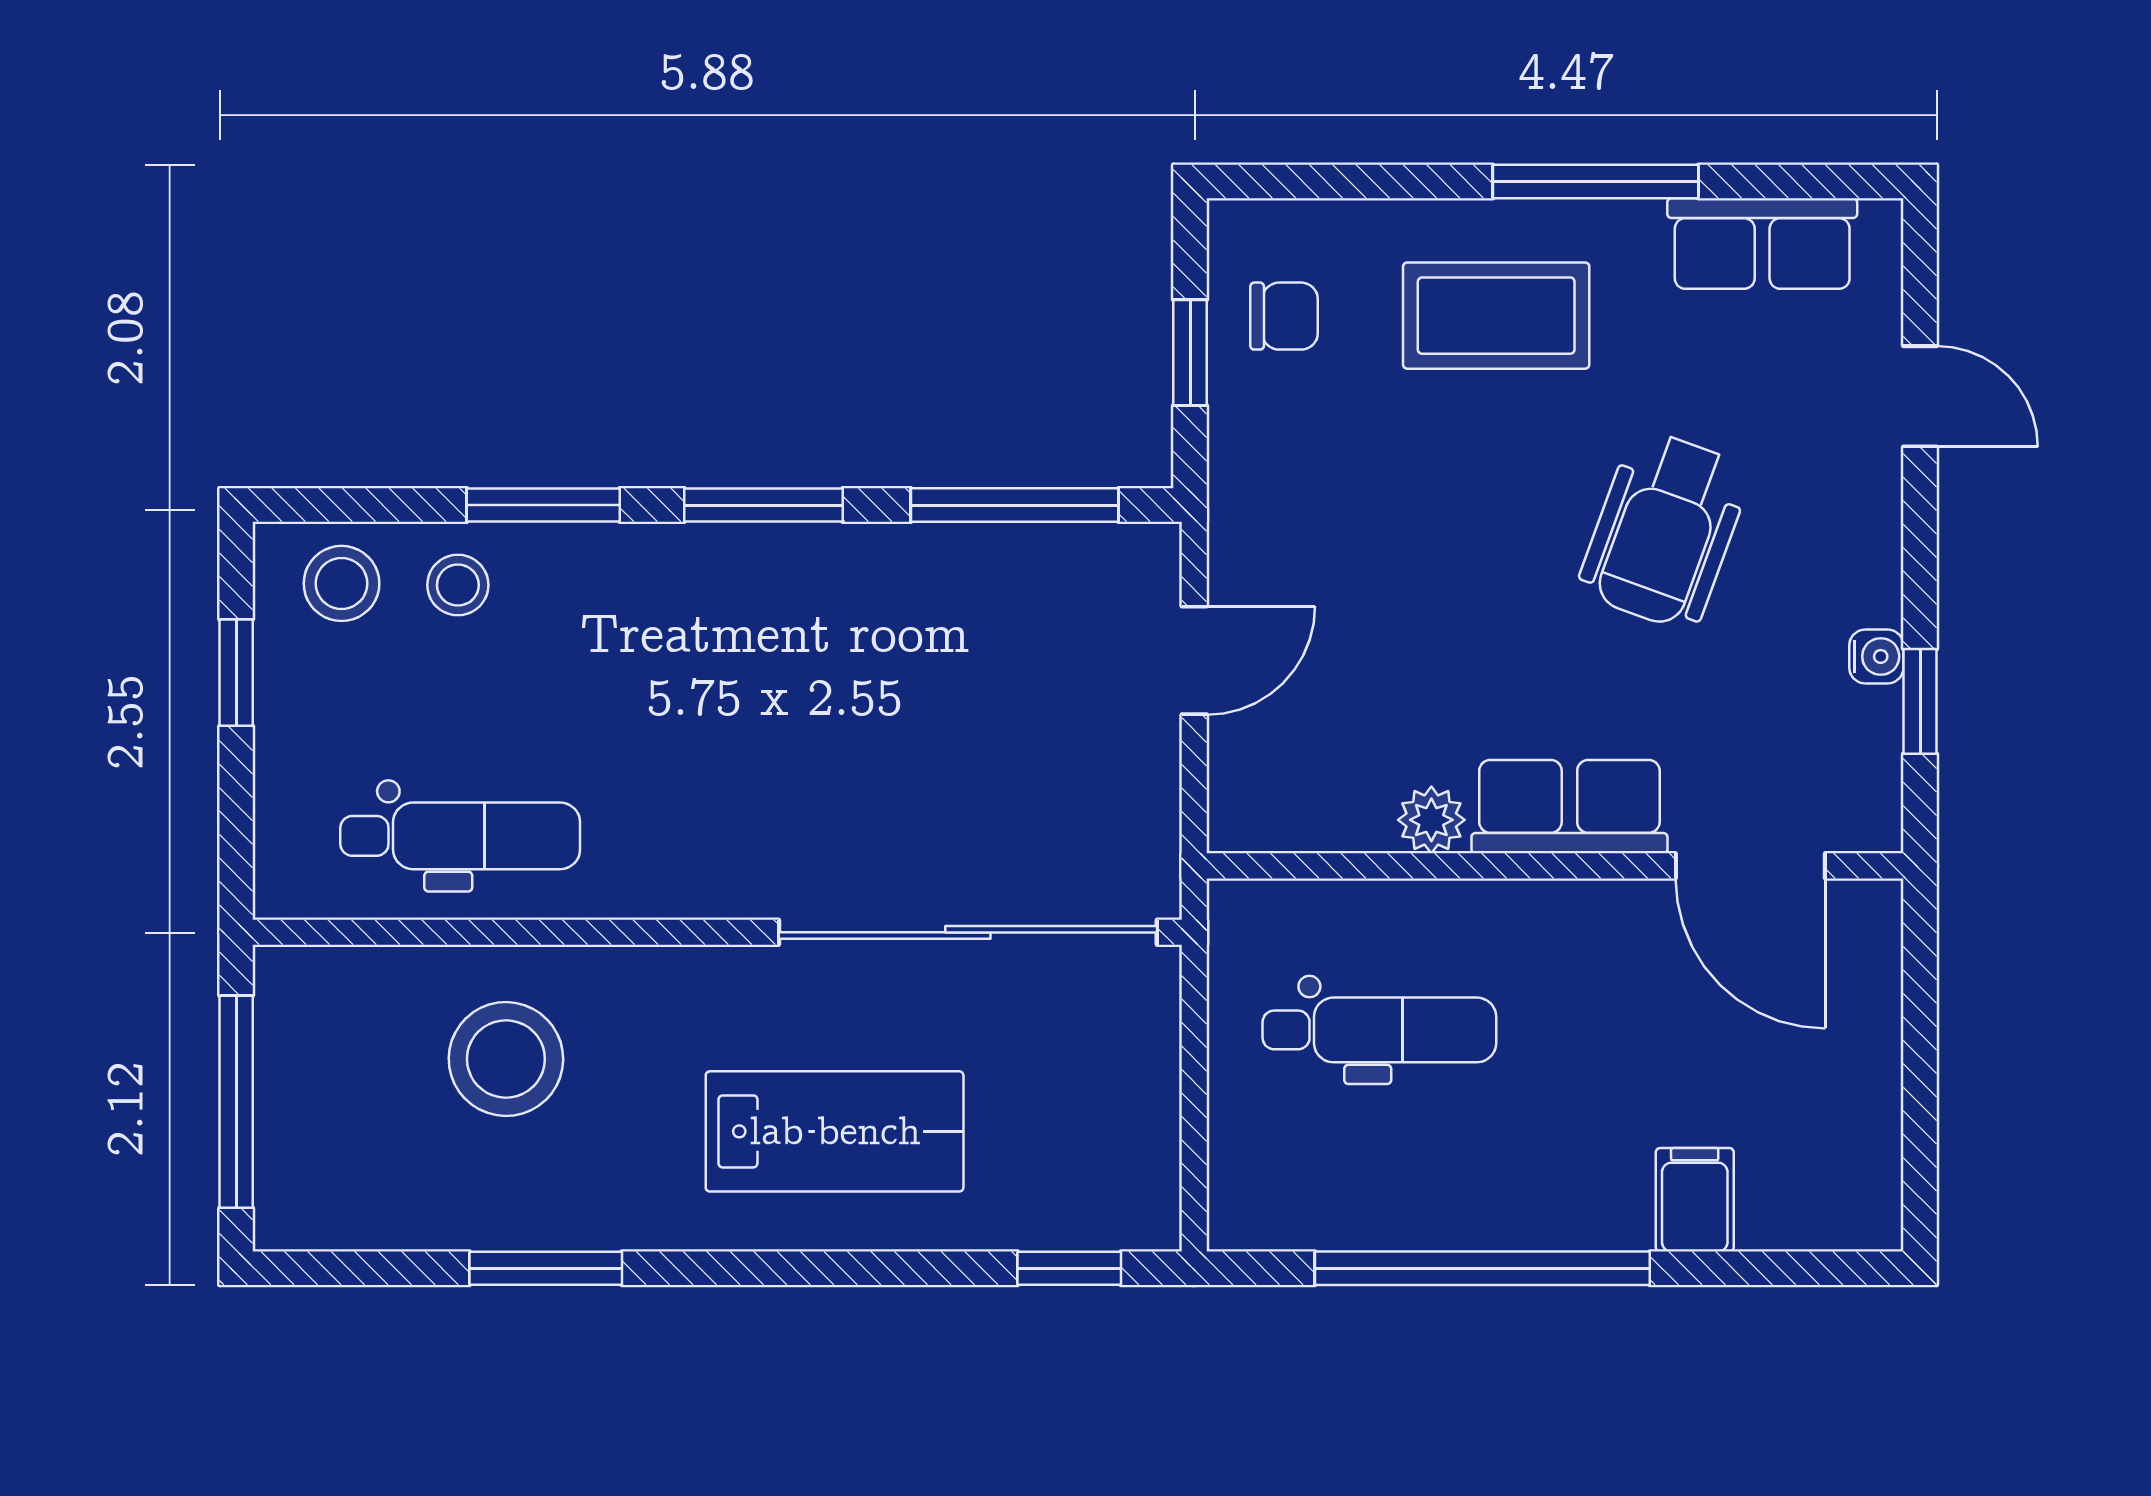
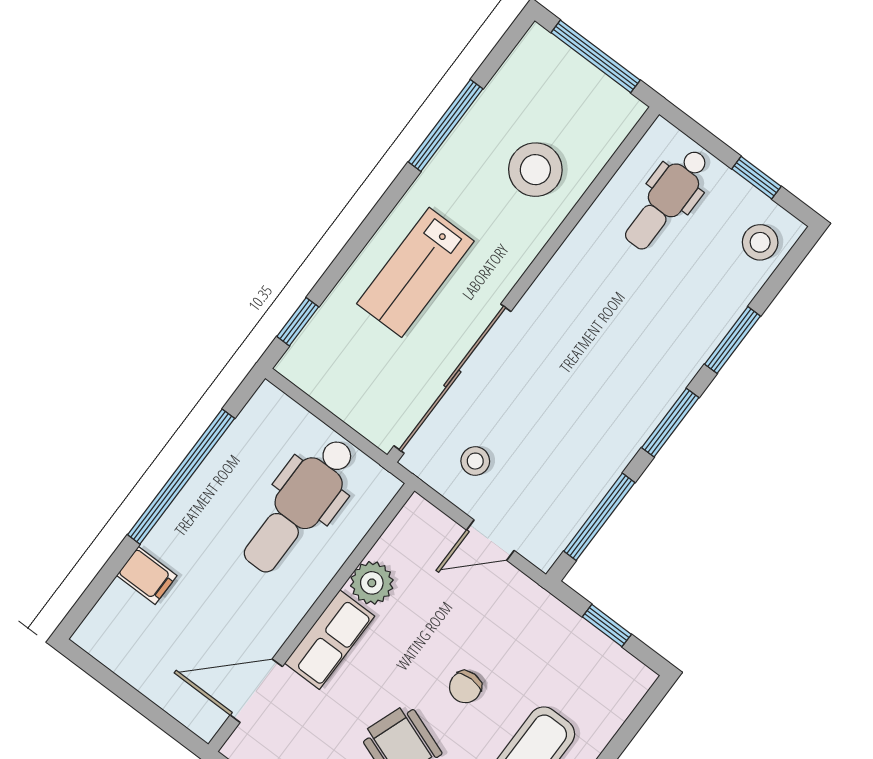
chair: (1284, 316) -> (465, 687), moved
stool: (458, 585) -> (475, 461), moved
door: (1194, 660) -> (490, 540), hinge flipped
plant: (1431, 820) -> (372, 583), width x1.38, depth x1.38
dental chair: (460, 836) -> (667, 199), moved
dental chair: (1379, 1030) -> (300, 505), width x1.36, depth x1.38
window: (546, 1268) -> (446, 125), width x1.44

